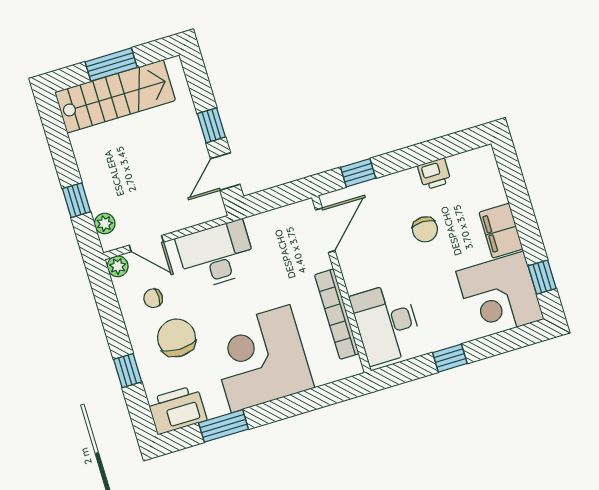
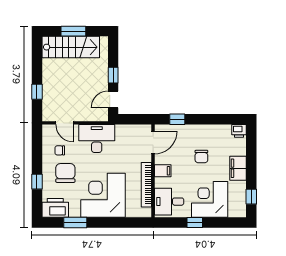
printer: (434, 174) -> (239, 131), moved
plant: (105, 223) -> (47, 107), removed
plant: (118, 266) -> (47, 130), removed
filing cabinet: (360, 278) -> (163, 171), added
corner desk: (500, 295) -> (210, 199), moved, turned 90
desk: (386, 324) -> (169, 202), width x0.73

